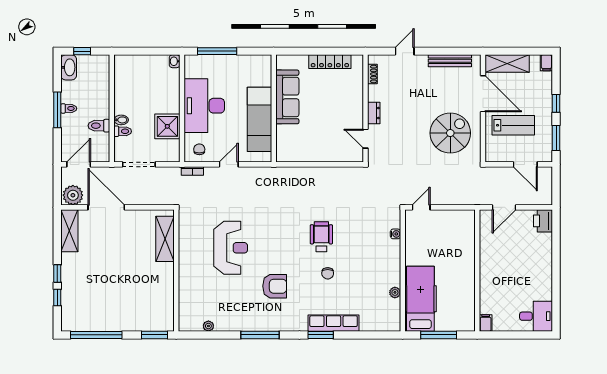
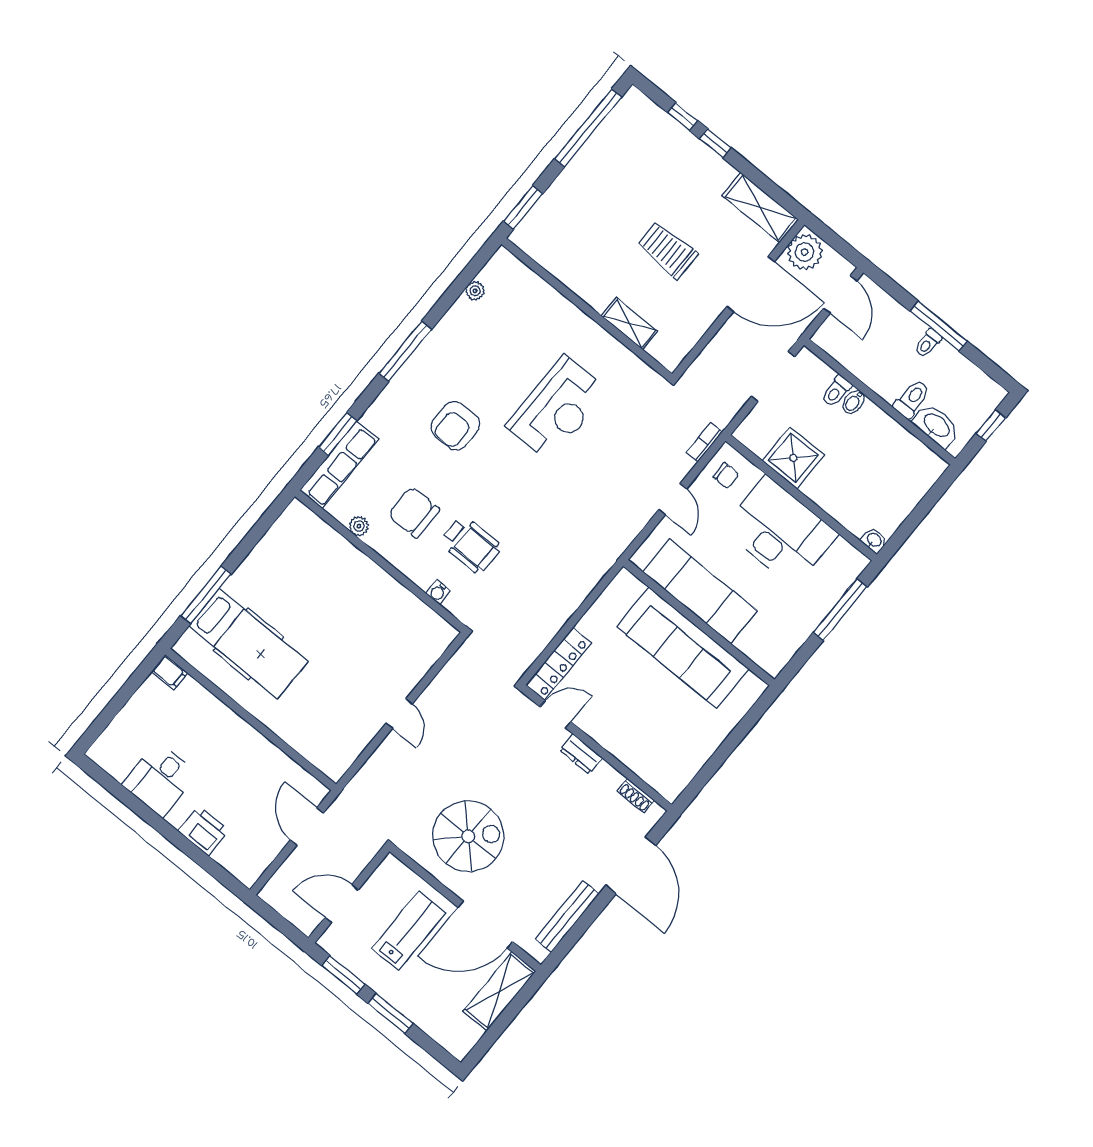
door: (405, 51) -> (631, 865), width x1.87
locker: (330, 62) -> (558, 664), moved, turned 180
filing cabinet: (546, 63) -> (457, 1046), removed
washbasin: (69, 67) -> (936, 426), moved, turned 180
sofa: (287, 97) -> (683, 648), width x1.36, depth x1.27
window: (556, 103) -> (391, 1013), width x1.50
lab bench: (513, 125) -> (409, 931), turned 180
toilet: (99, 126) -> (912, 399), moved
spiral stairs: (450, 133) -> (468, 836), turned -90
printer: (543, 221) -> (203, 831), moved
water cooler: (395, 234) -> (438, 592), moved
shelving: (165, 239) -> (629, 323), width x0.67, depth x0.75
reception desk: (231, 248) -> (557, 408), turned -90
trolley: (121, 256) -> (667, 250), added
wall: (403, 270) -> (380, 561), moved
chair: (328, 273) -> (414, 512), width x1.87, depth x1.87
plant: (395, 292) -> (359, 526), moved
hospital bed: (420, 299) -> (248, 644), moved
desk: (536, 316) -> (160, 779), moved

